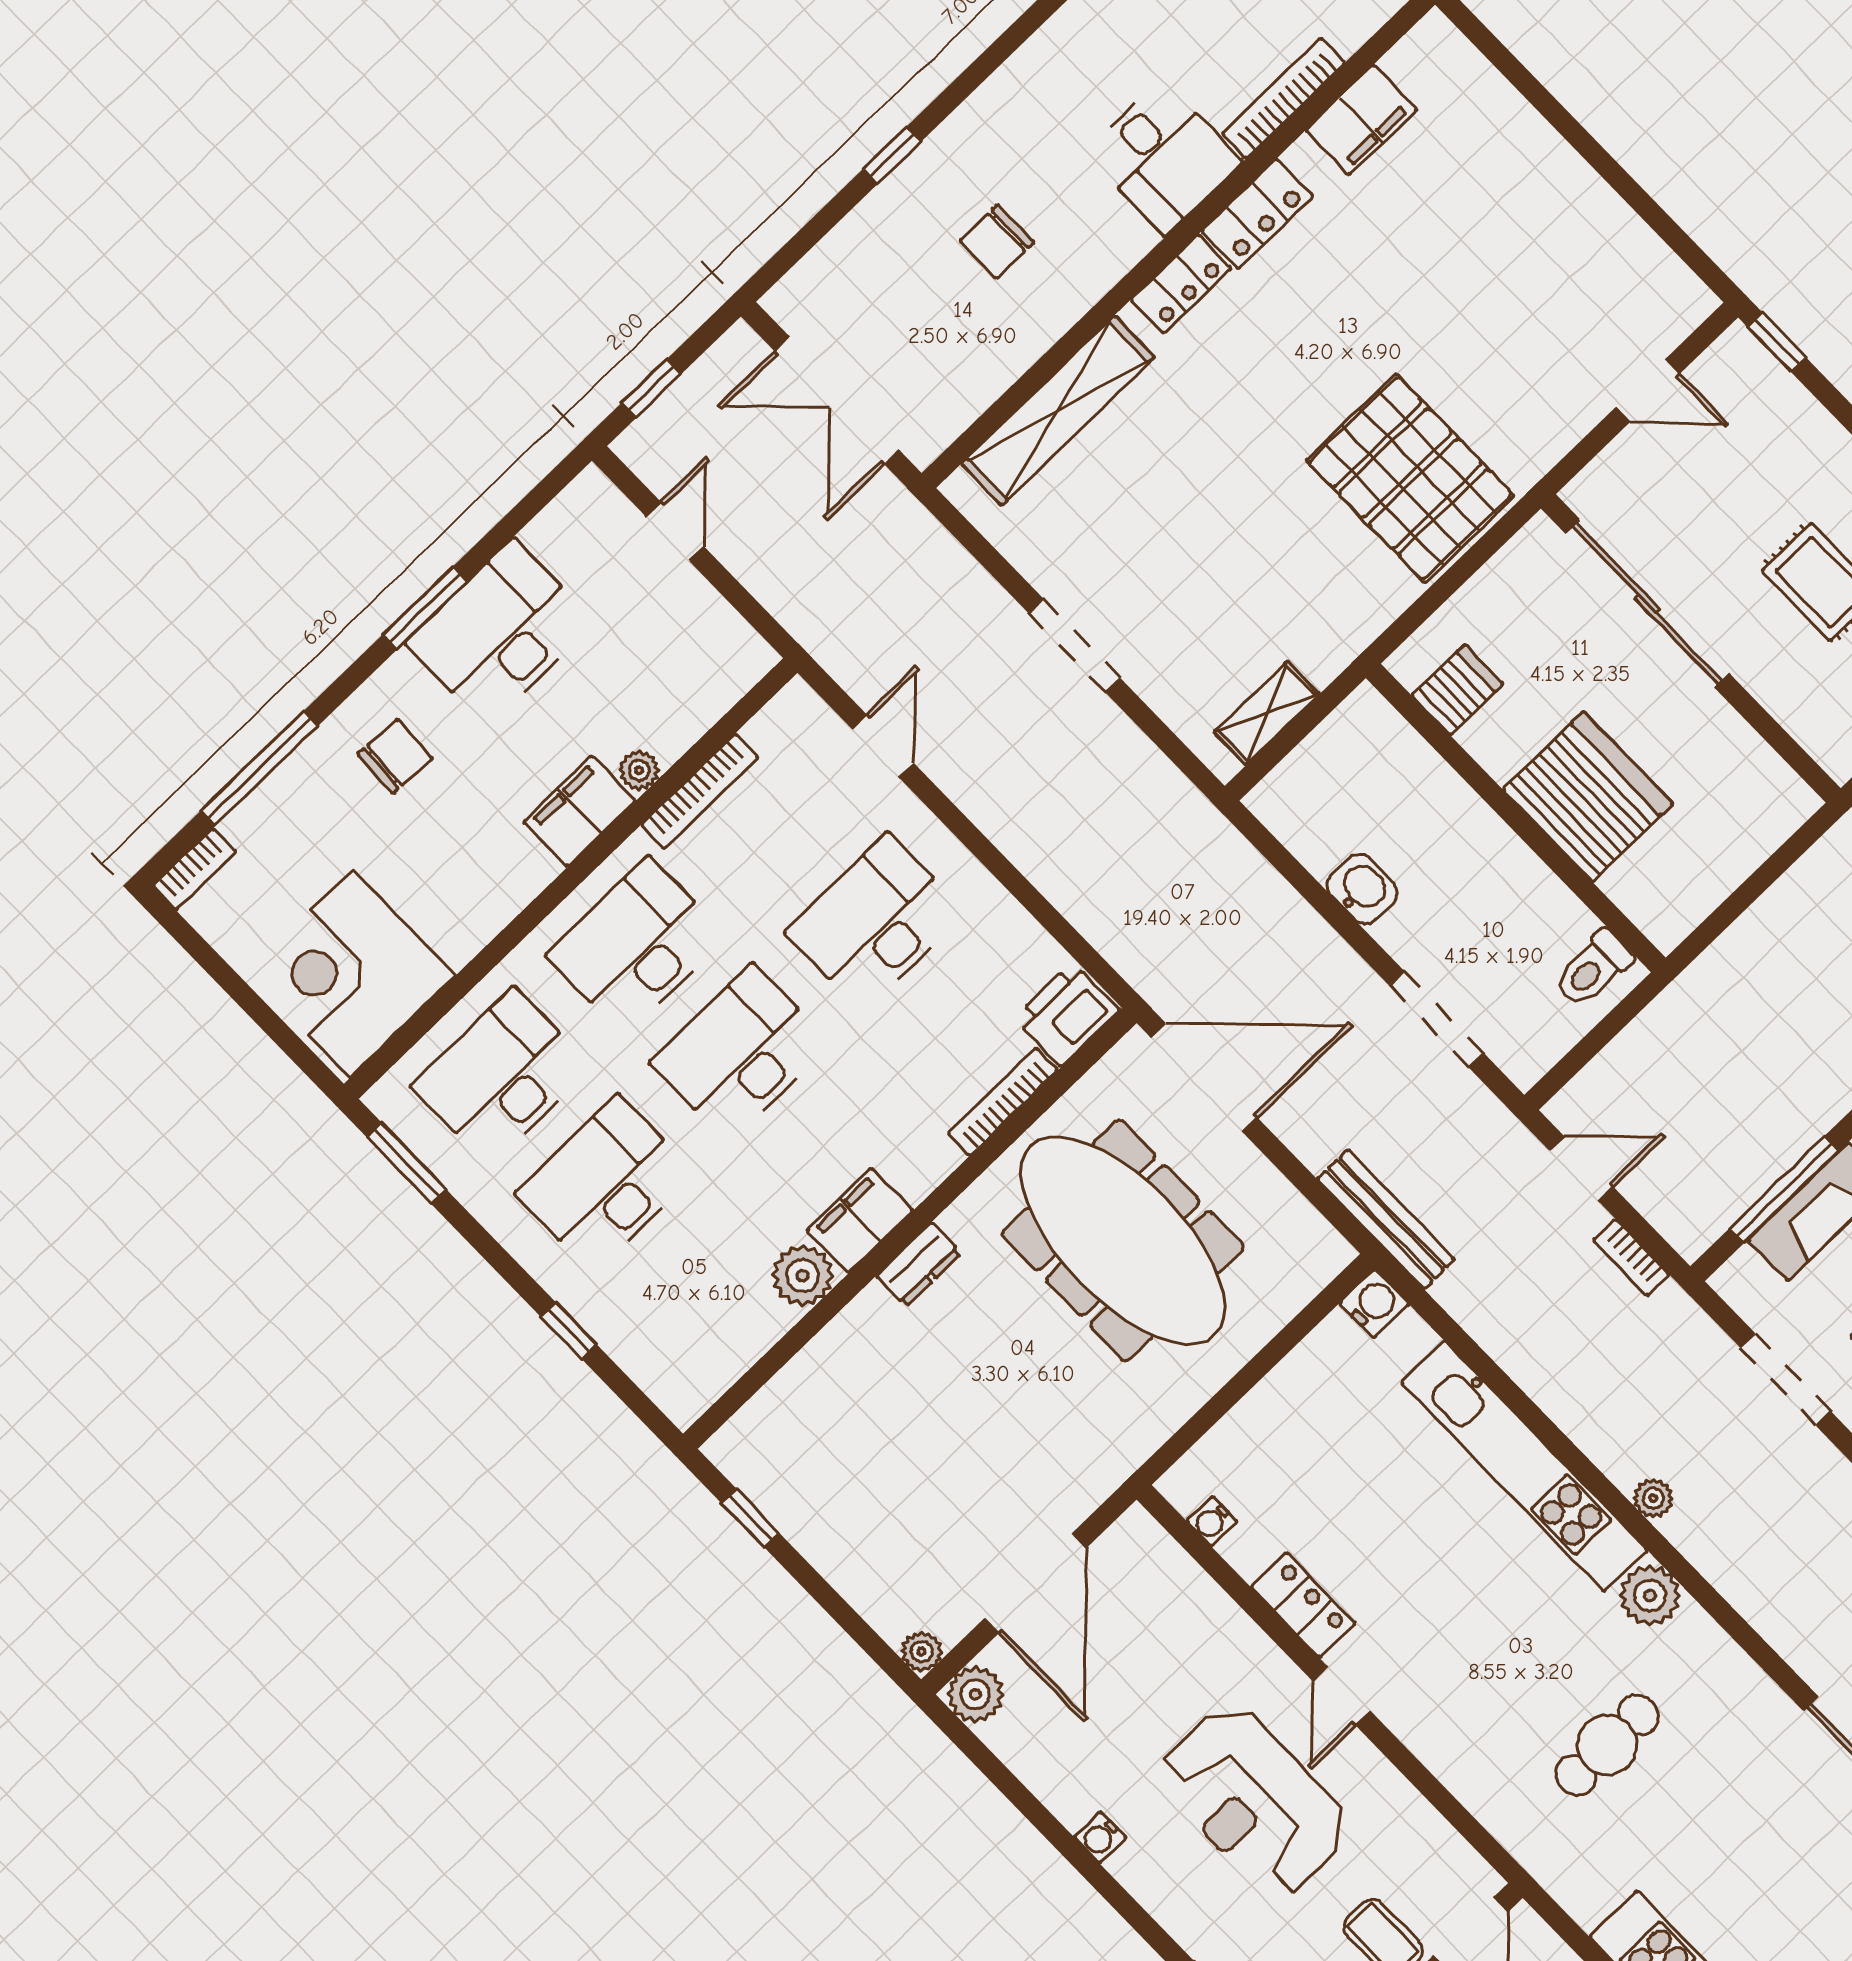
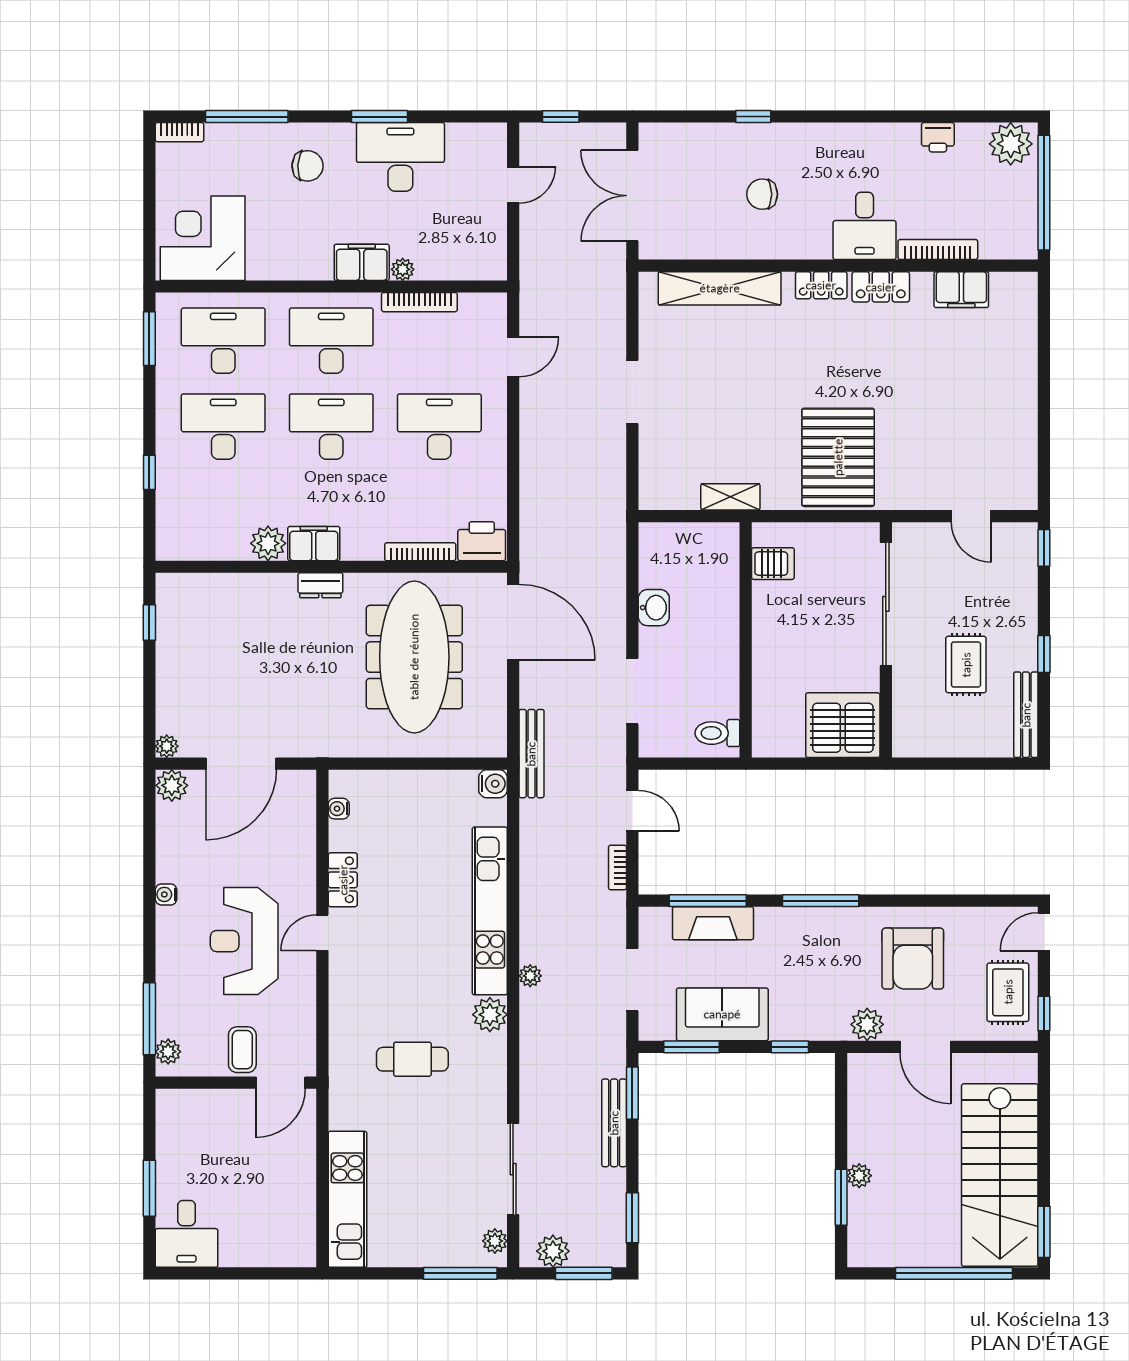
shelving: (1267, 713) -> (730, 497), moved
server rack: (1588, 797) -> (843, 725), moved, turned -90

